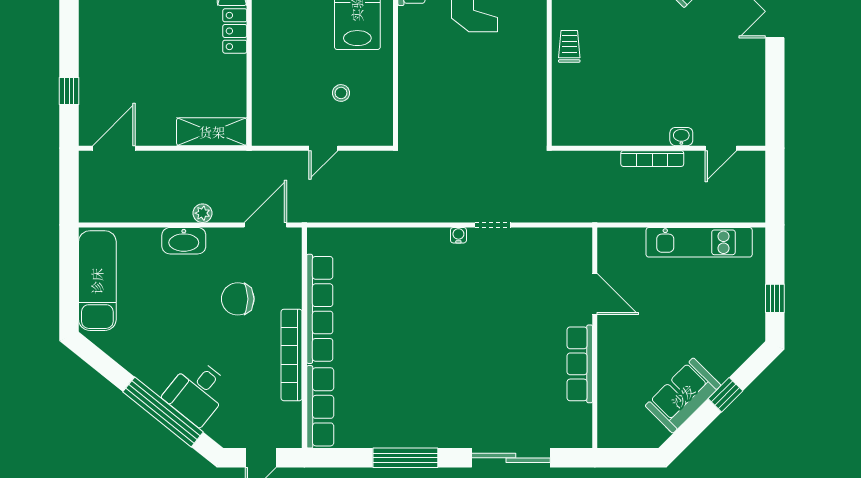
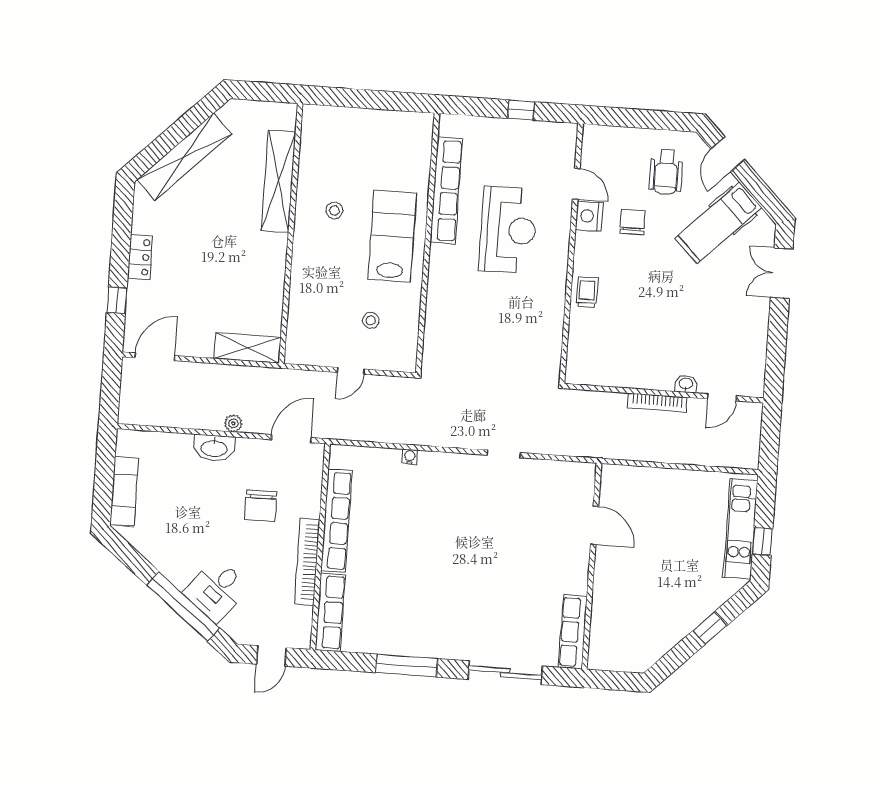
locker: (235, 31) -> (140, 257), moved, turned 180
water cooler: (458, 235) -> (410, 457), moved
kitchen unit: (699, 242) -> (740, 529), moved, turned 90
exam couch: (97, 281) -> (124, 491), width x0.73, depth x0.69
chair: (238, 299) -> (261, 506), turned -90
row of seats: (580, 364) -> (573, 632), moved
sofa: (683, 396) -> (670, 626), removed

